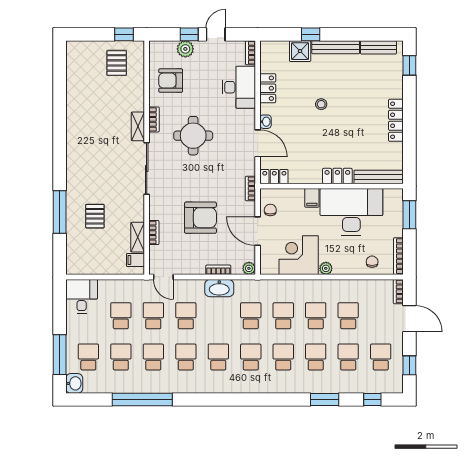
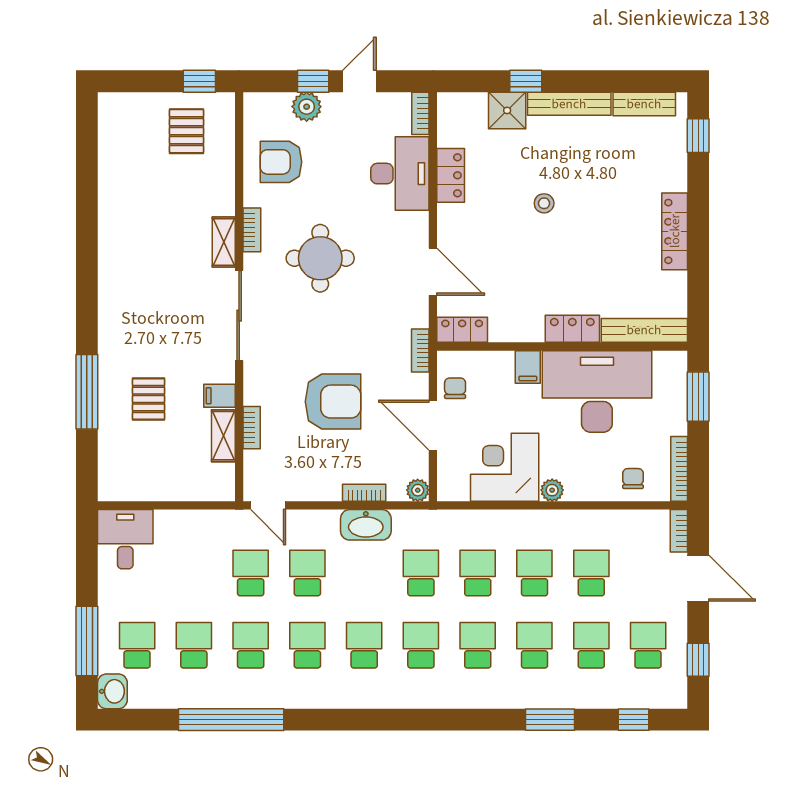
washbasin: (265, 122) -> (447, 234), removed
filing cabinet: (135, 260) -> (219, 396), moved
school desk: (121, 316) -> (194, 573), removed

